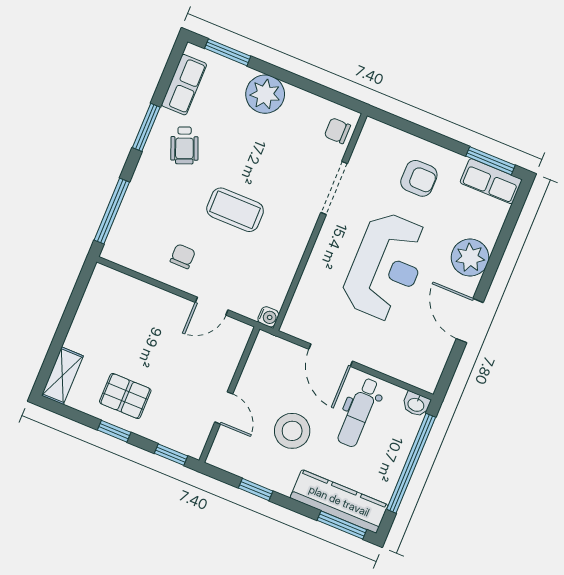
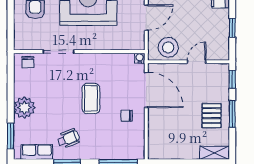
door: (212, 306) -> (146, 90), width x1.88
window: (114, 431) -> (232, 114), width x1.50
stool: (292, 431) -> (168, 47), moved

